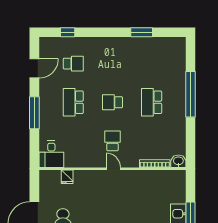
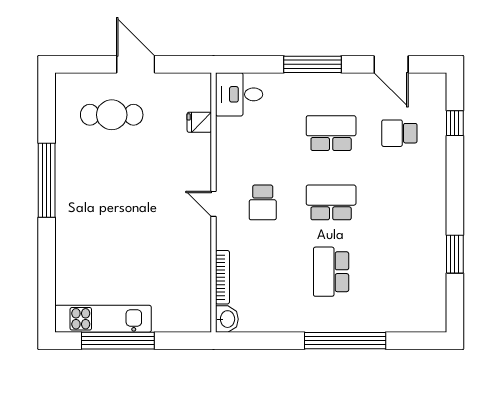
school desk: (73, 64) -> (399, 133), turned 90
school desk: (112, 102) -> (331, 202), width x1.85
school desk: (152, 102) -> (331, 272), turned -90
school desk: (112, 141) -> (263, 202), turned 90
door: (113, 169) -> (214, 204), swing flipped

